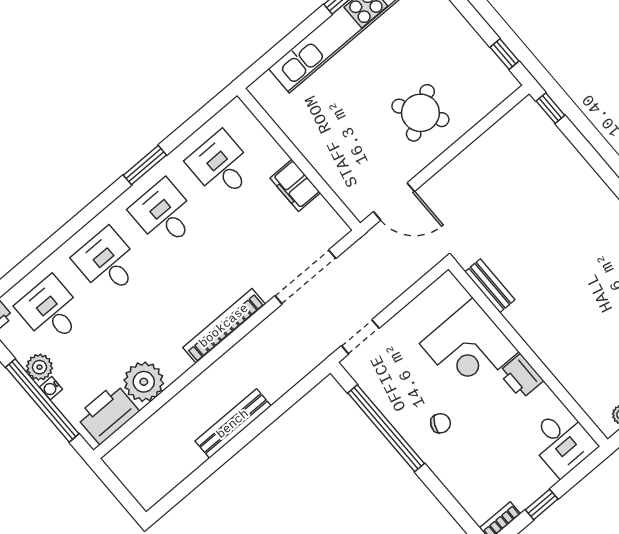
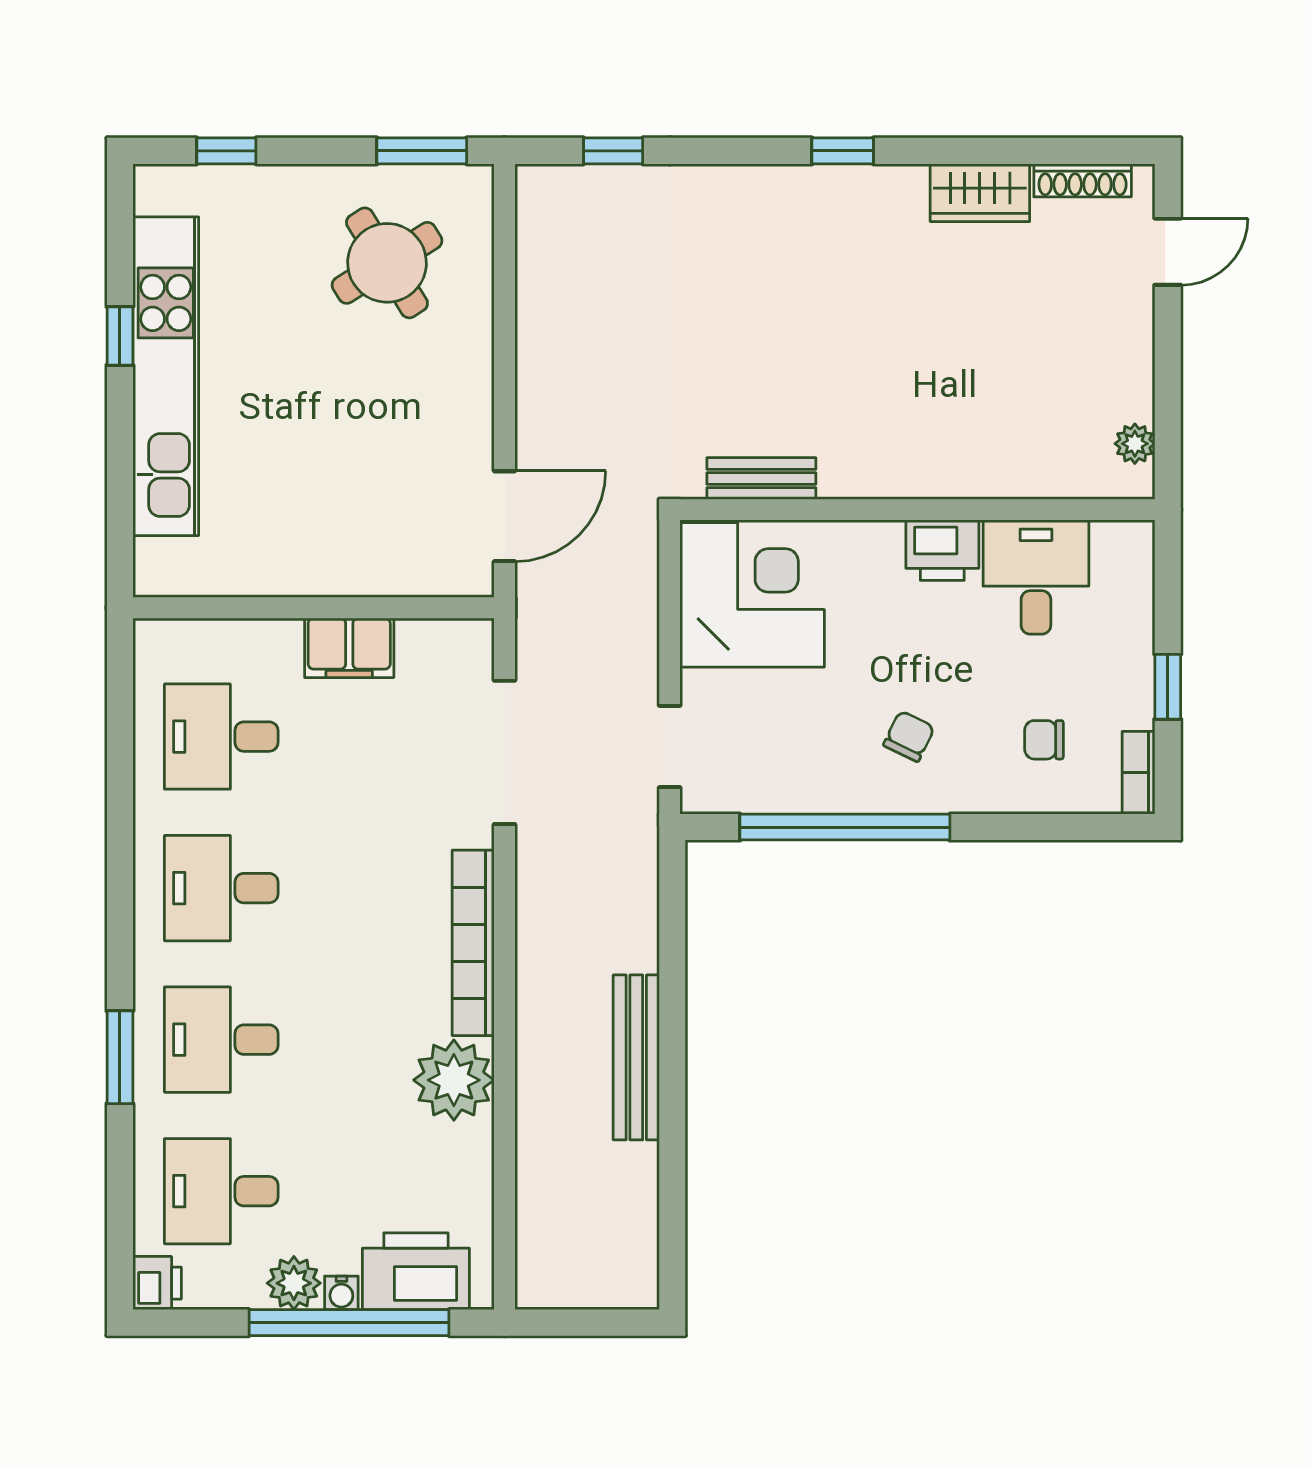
window: (504, 54) -> (422, 151), width x1.50
window: (550, 108) -> (613, 151), moved
round table: (420, 113) -> (387, 263), moved
window: (145, 165) -> (120, 1057), moved
corner desk: (469, 348) -> (752, 595), moved, turned -90
plant: (144, 382) -> (454, 1080), moved
printer: (108, 414) -> (416, 1271), moved, turned 90
desk: (562, 442) -> (1036, 577), moved, turned -90
chair: (482, 475) -> (1044, 740), added

